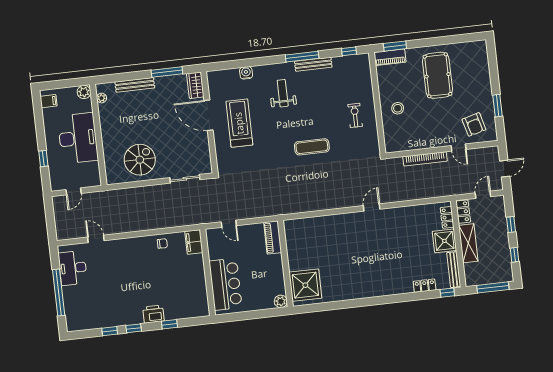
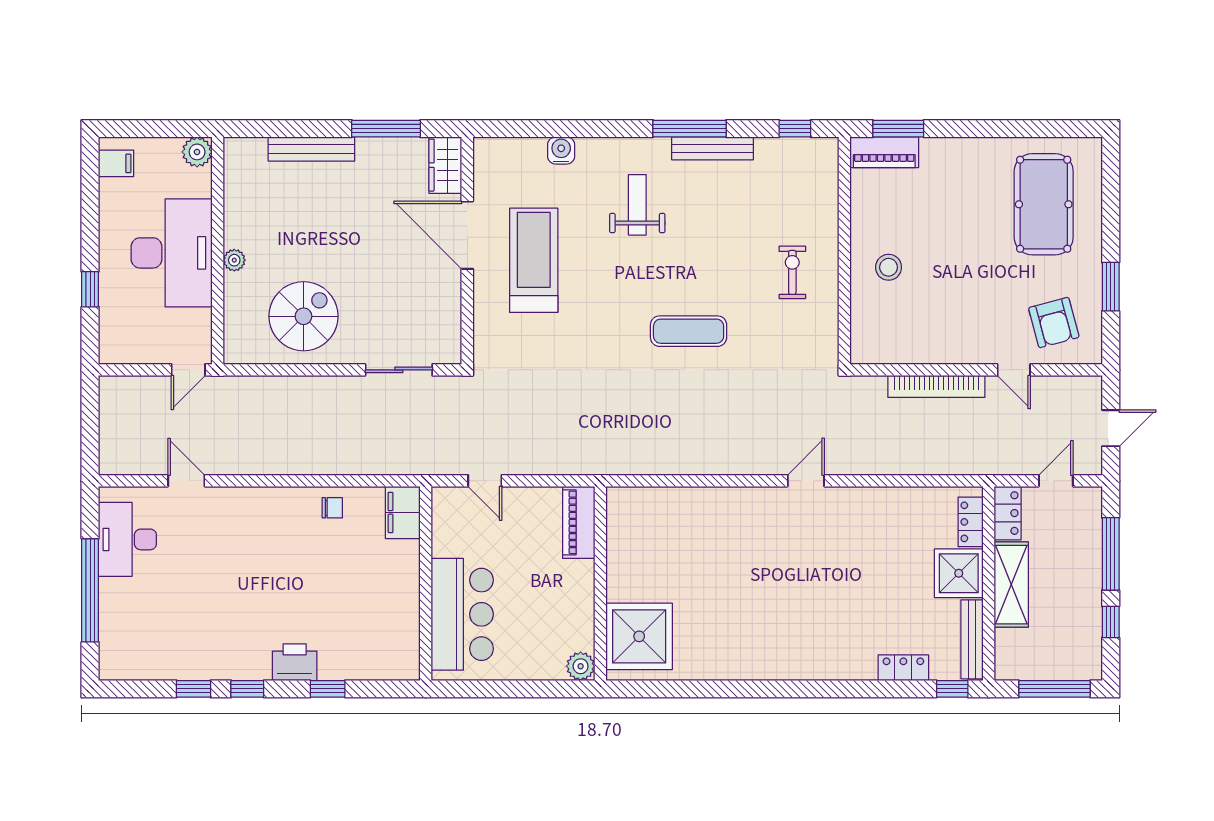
pool table: (437, 75) -> (1044, 204), moved
plant: (102, 98) -> (234, 260), moved
door: (74, 191) -> (188, 370), moved
window: (511, 225) -> (1111, 554), width x2.17

